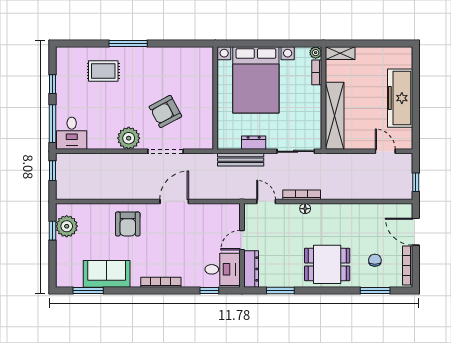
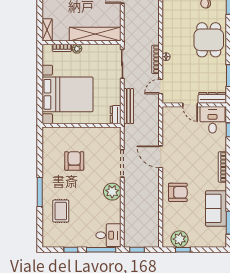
plant: (316, 53) -> (77, 49), moved
armchair: (165, 112) -> (74, 161), moved, turned -152
dresser: (254, 143) -> (116, 115), moved

